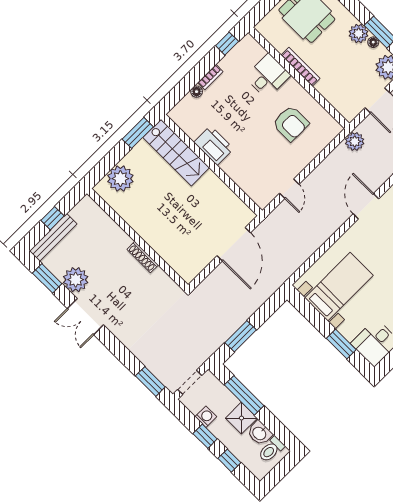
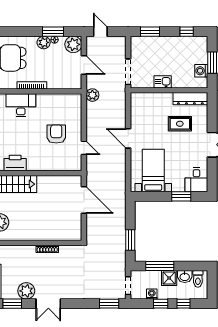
desk: (268, 76) -> (21, 105), width x1.37
armchair: (291, 123) -> (56, 134), moved, turned -90
printer: (214, 145) -> (15, 163), moved
door: (366, 206) -> (128, 138), moved

